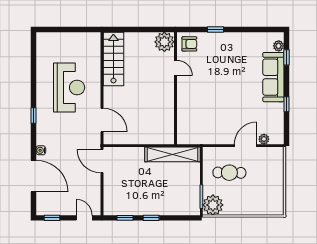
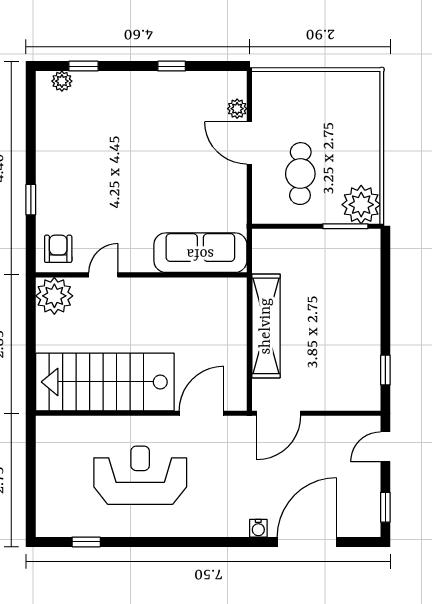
stairs: (113, 59) -> (105, 382), width x1.36, depth x1.51
sofa: (273, 77) -> (200, 253), moved, turned 180
window: (34, 115) -> (86, 542), moved
shelving: (172, 154) -> (266, 326), moved
window: (151, 218) -> (385, 321), removed

